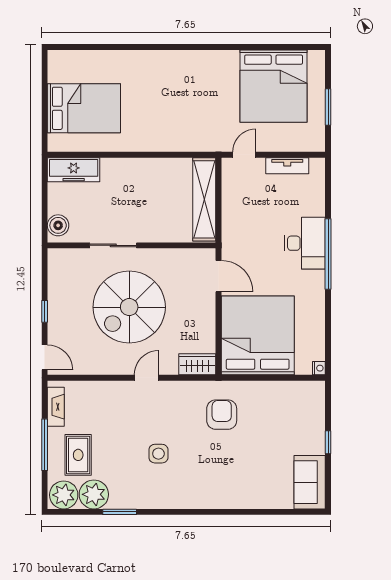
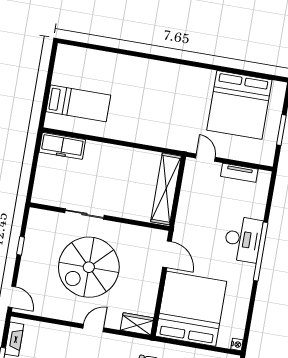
bed: (84, 108) -> (78, 103), width x0.67
door: (244, 155) -> (206, 158), hinge flipped
boiler: (58, 225) -> (42, 190), removed
window: (45, 311) -> (21, 246), moved

